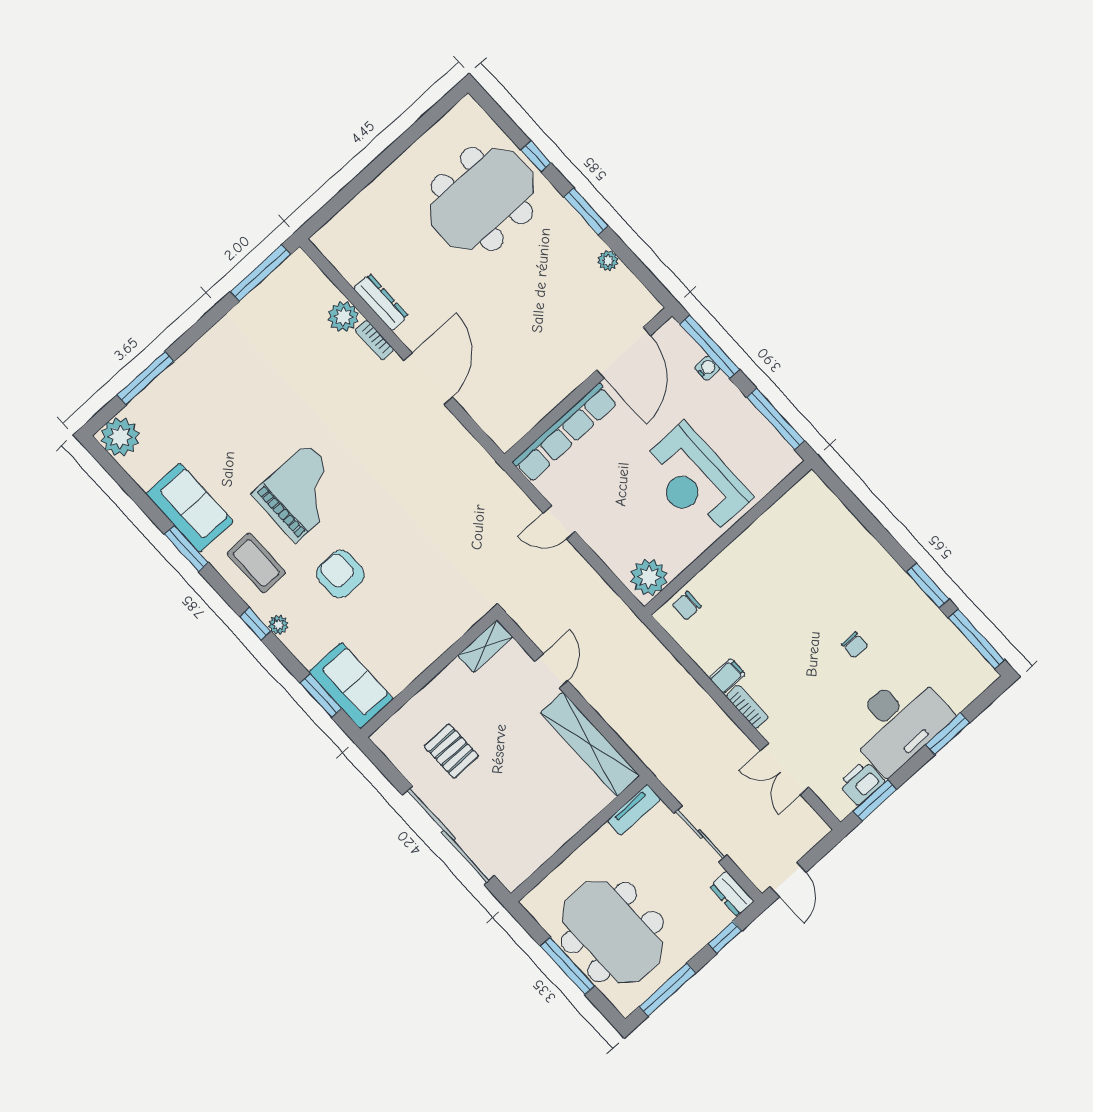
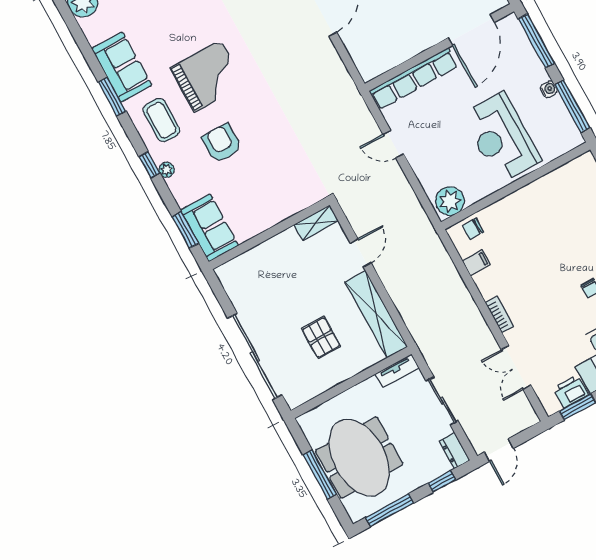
water cooler: (707, 368) -> (549, 89), moved
filing cabinet: (727, 676) -> (476, 263), moved
pallet: (451, 751) -> (321, 338), moved

